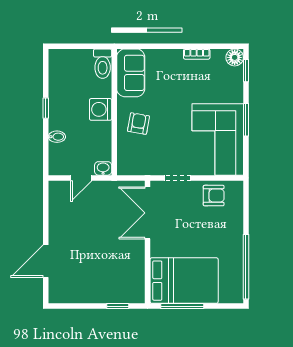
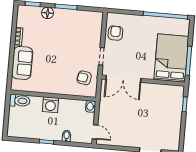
floor lamp: (235, 57) -> (48, 13), moved
sofa: (131, 73) -> (22, 63), moved, turned 90
armchair: (138, 124) -> (84, 78), moved
corner sofa: (218, 139) -> (78, 27), removed
door: (81, 178) -> (95, 132), moved

